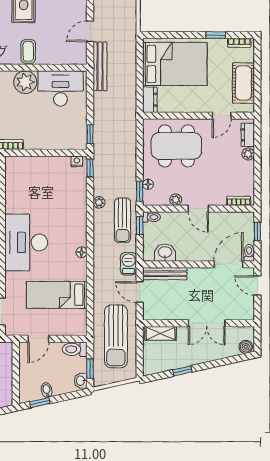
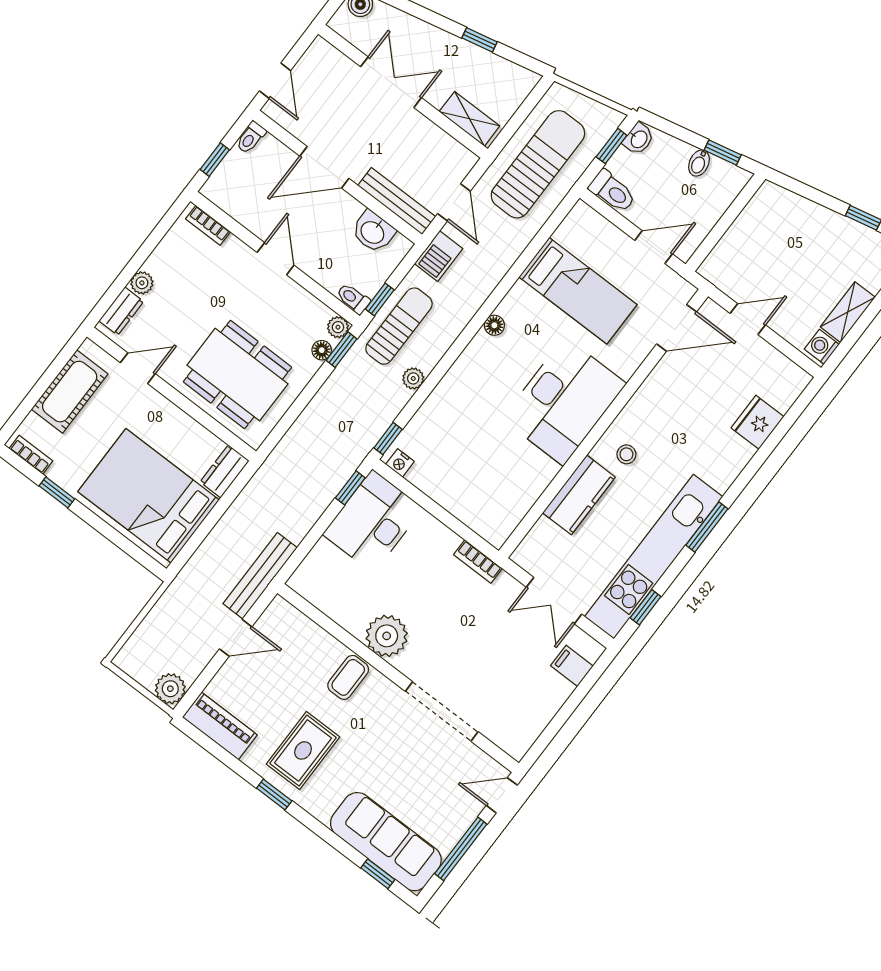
desk: (61, 88) -> (373, 521), moved, turned 90
plant: (176, 200) -> (338, 327), moved
door: (229, 264) -> (324, 167), moved

